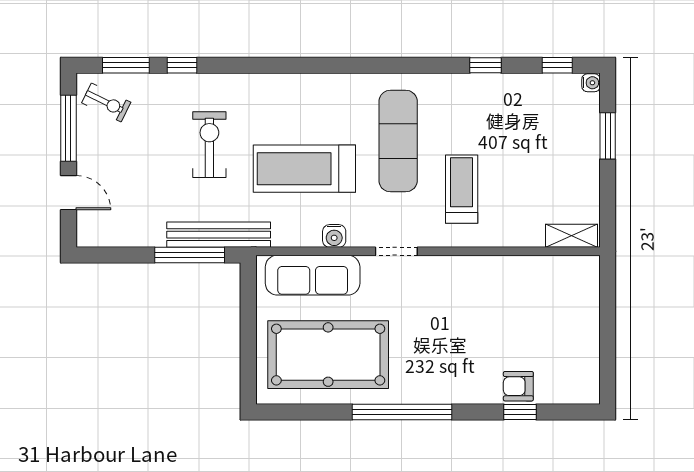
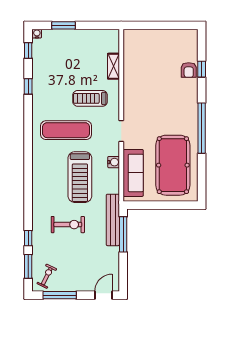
exercise bike: (209, 145) -> (68, 225), turned 180
door: (68, 193) -> (104, 295), moved
shelving: (572, 236) -> (113, 66), moved

